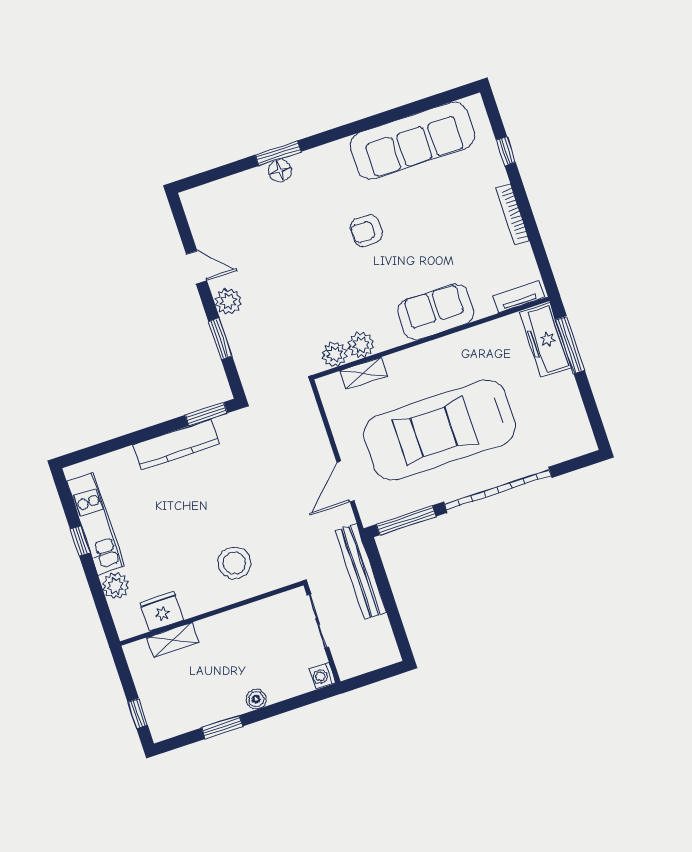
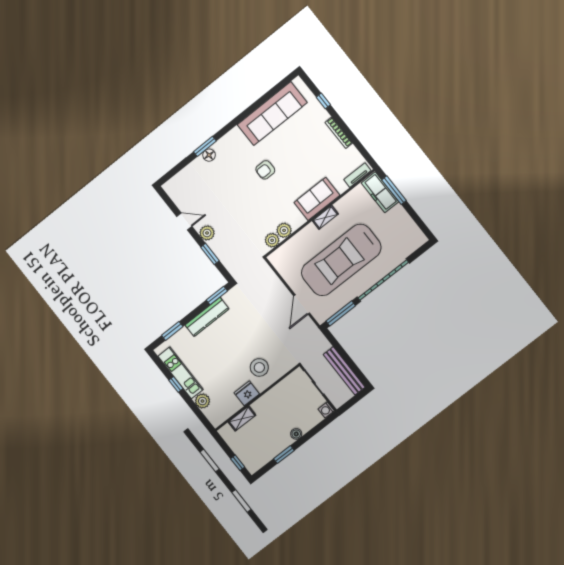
shelving: (364, 373) -> (325, 217), moved
window: (107, 447) -> (172, 331), added
bench: (361, 572) -> (344, 371), moved
fridge: (162, 611) -> (247, 393), moved

